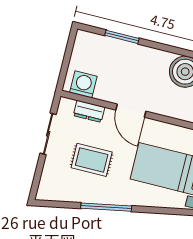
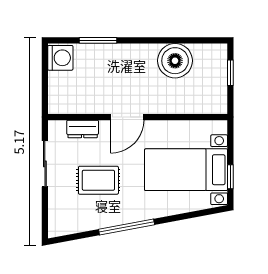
washing machine: (83, 84) -> (60, 58), moved, turned 90
door: (131, 111) -> (127, 117), hinge flipped

